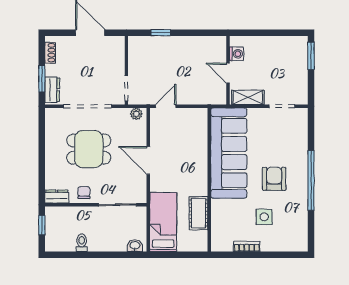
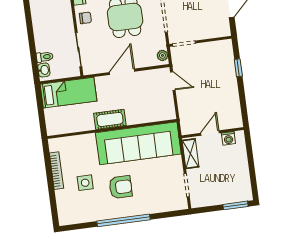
cot: (199, 213) -> (110, 119), moved
toilet: (82, 243) -> (45, 57), moved
bookcase: (247, 246) -> (56, 171), width x1.56

